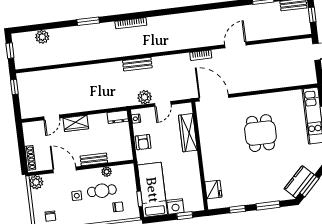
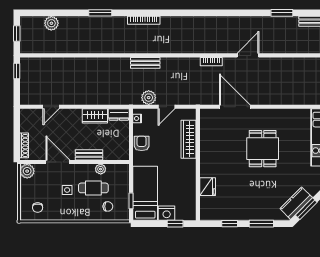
door: (214, 98) -> (235, 107), moved
wardrobe: (76, 123) -> (95, 116), moved
armchair: (143, 142) -> (142, 143), turned 180
fridge: (213, 190) -> (208, 187), moved

